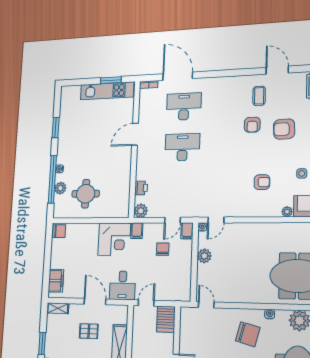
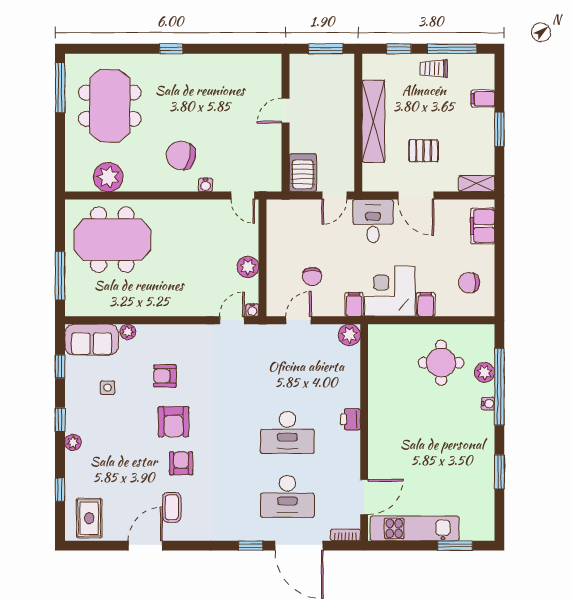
door: (277, 70) -> (145, 546), swing flipped
window: (208, 74) -> (251, 546), added
window: (111, 80) -> (455, 546), moved
armchair: (284, 129) -> (174, 422), moved, turned 92
door: (135, 134) -> (364, 497), moved
printer: (141, 188) -> (350, 419), moved
chair: (59, 231) -> (469, 283), moved
filing cabinet: (187, 231) -> (426, 304), moved
water cooler: (270, 314) -> (205, 185), moved

